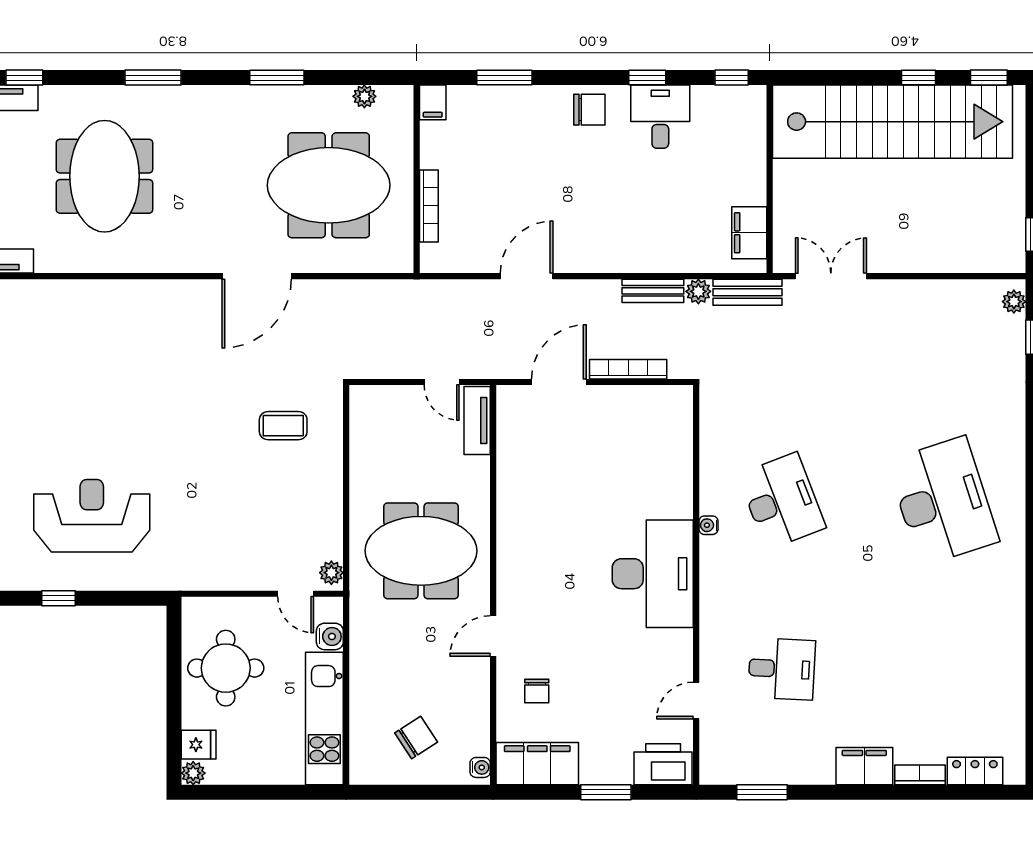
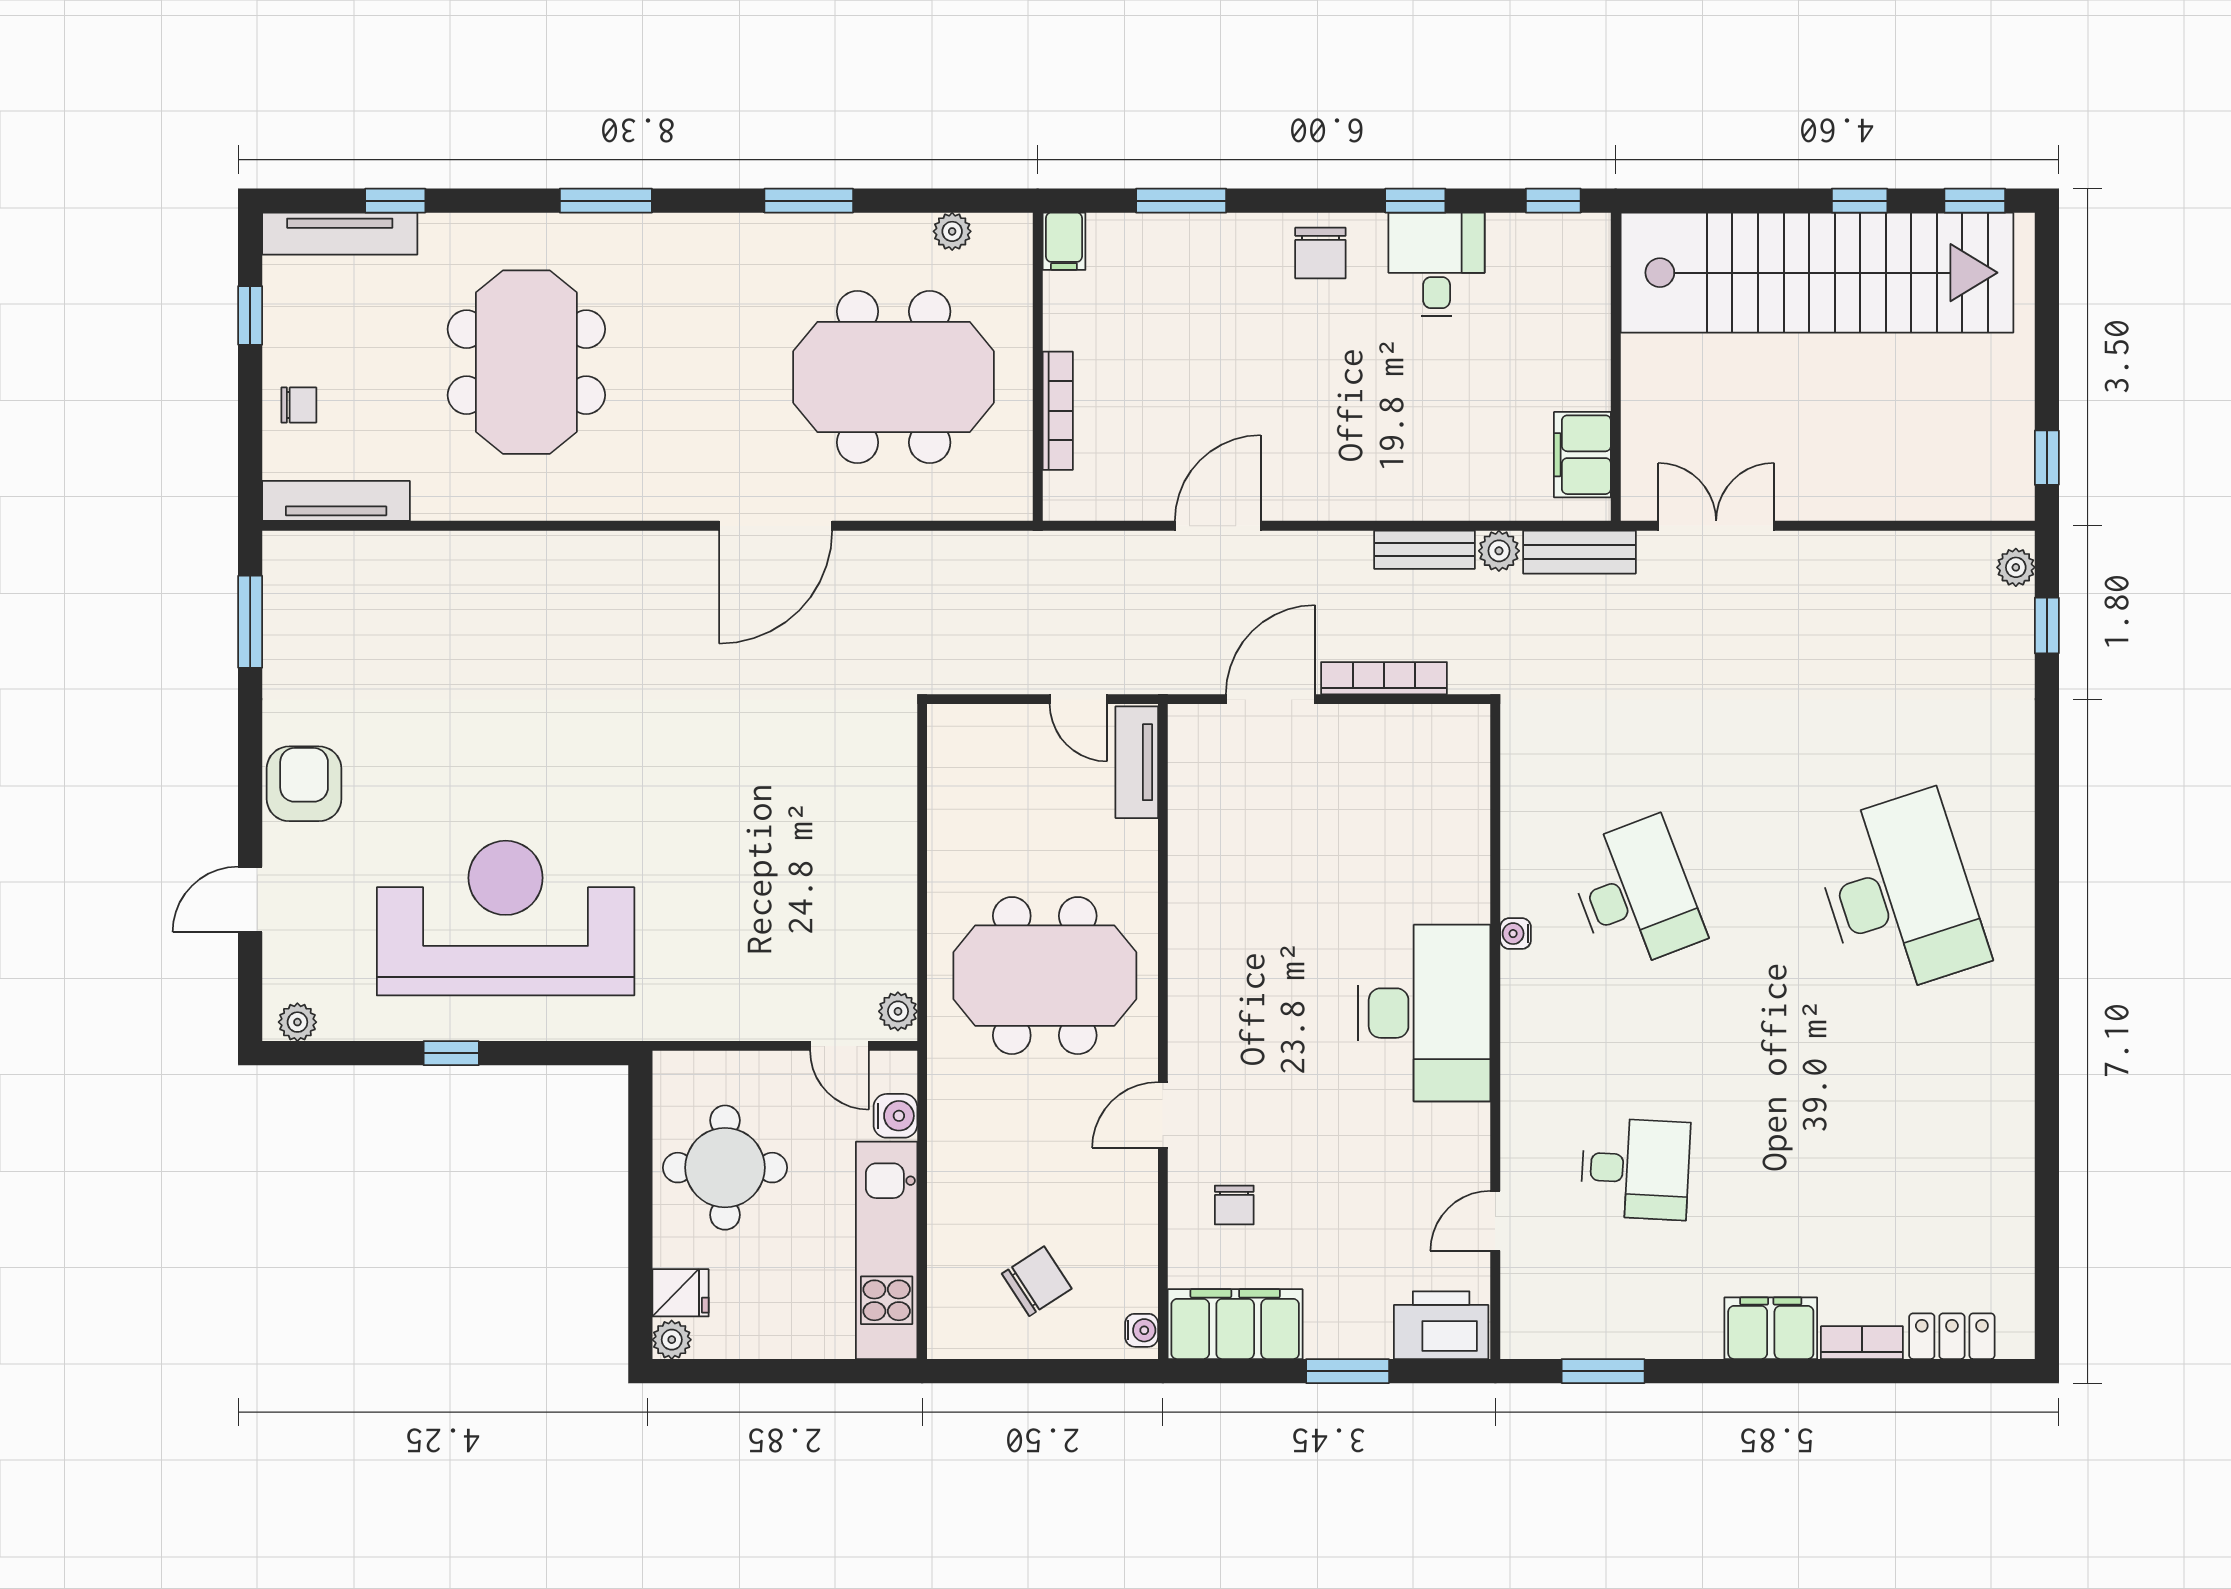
chair: (589, 110) -> (1320, 253), turned 90
coffee table: (283, 426) -> (819, 771), removed
reception desk: (92, 516) -> (506, 918), width x1.36, depth x1.30

